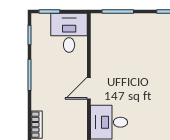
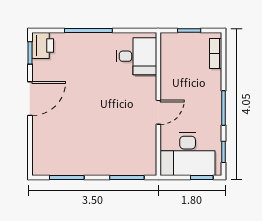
desk: (69, 33) -> (188, 154), width x1.37
door: (89, 88) -> (158, 112), moved

